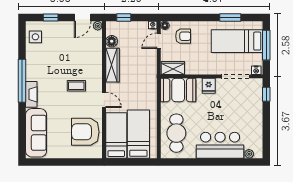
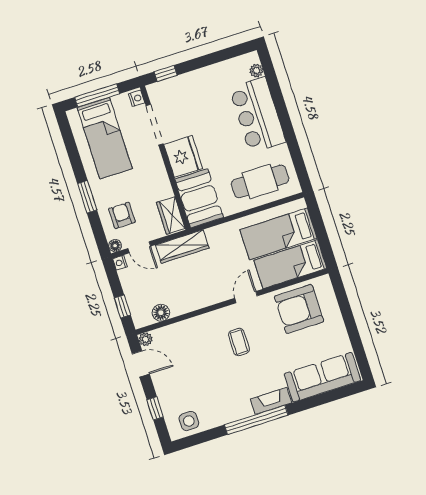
window: (230, 17) -> (87, 197), moved
wardrobe: (113, 65) -> (182, 246), moved, turned 180
fridge: (209, 86) -> (183, 156), width x1.88, depth x1.34
armchair: (85, 132) -> (299, 309), turned 90

